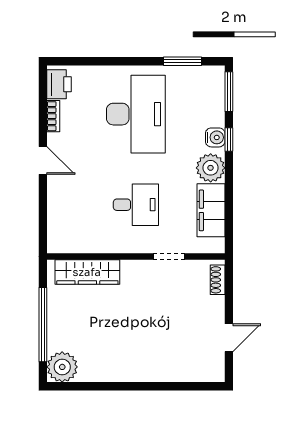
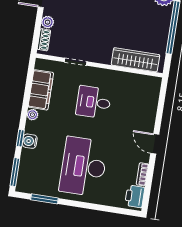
plant: (211, 168) -> (32, 115), width x0.53, depth x0.53
plant: (216, 305) -> (48, 22), added

